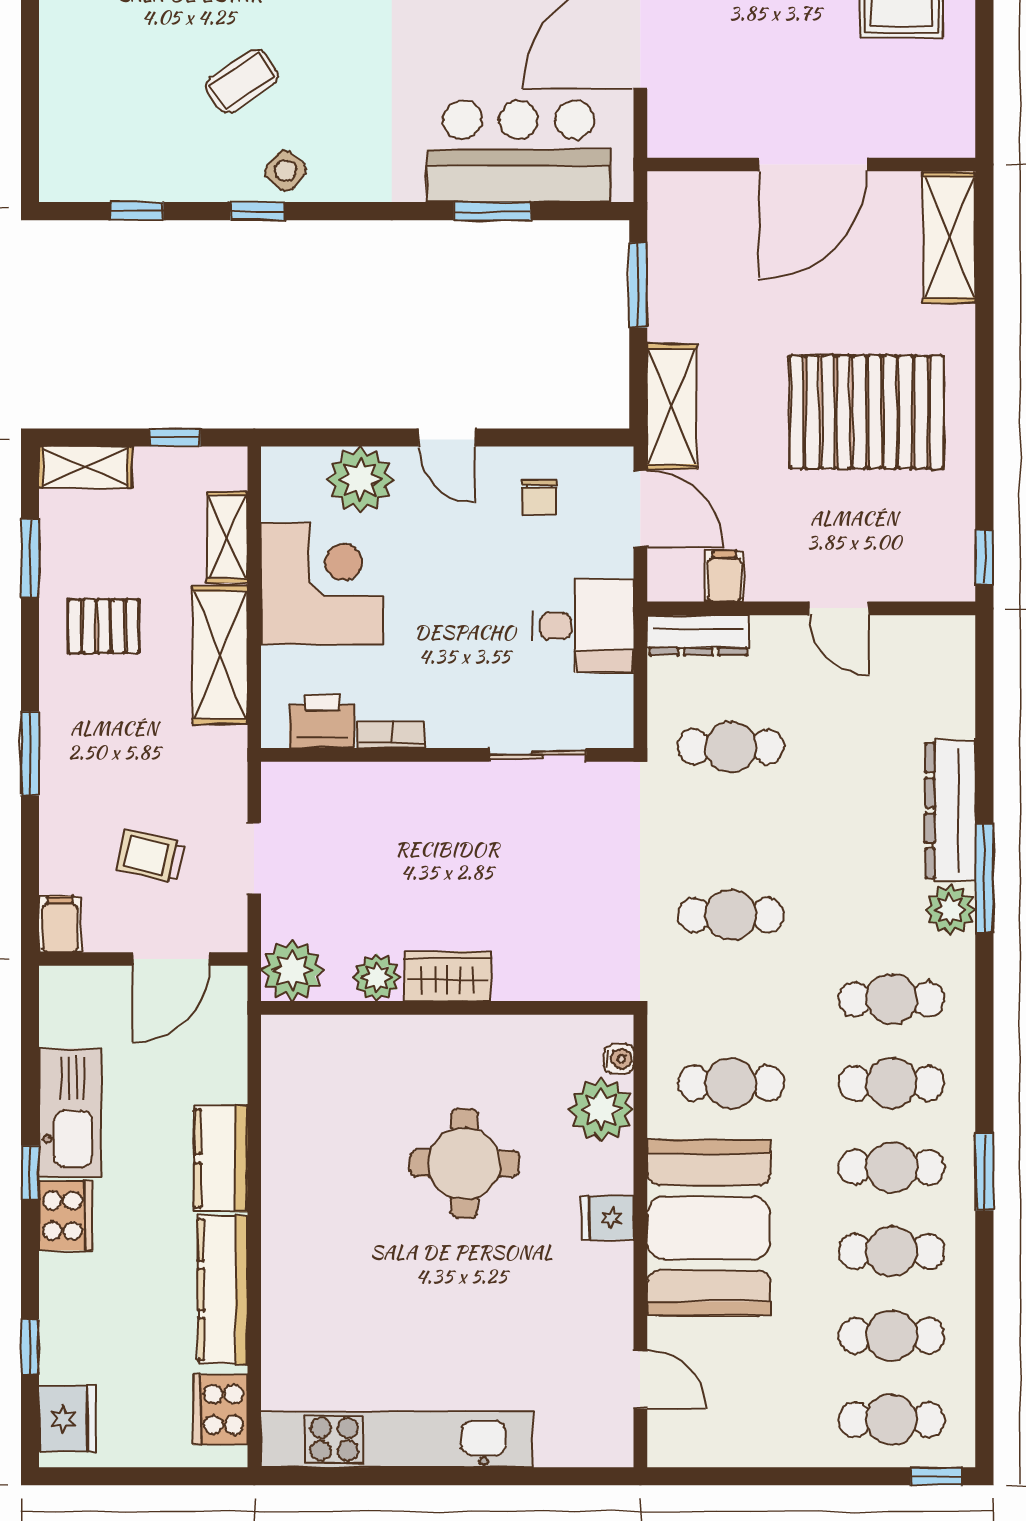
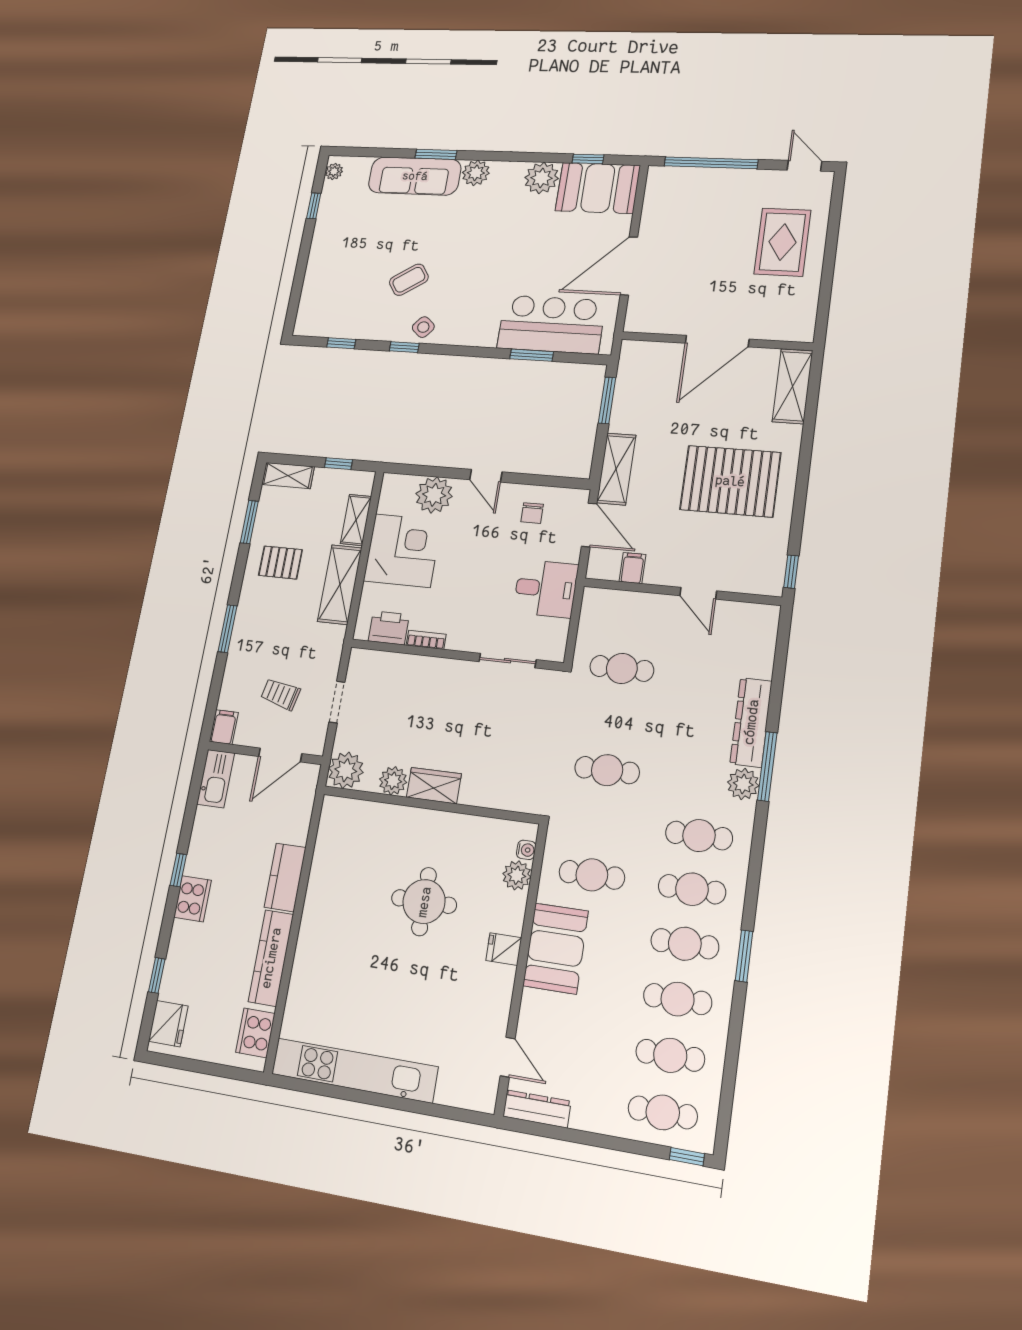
dresser: (698, 635) -> (537, 1109), moved, turned 180
plant: (601, 1110) -> (517, 875), width x0.73, depth x0.73
kitchen sink: (70, 1113) -> (216, 779), moved, width x0.73, depth x0.81
booth: (709, 1228) -> (556, 948), width x0.73, depth x0.70

